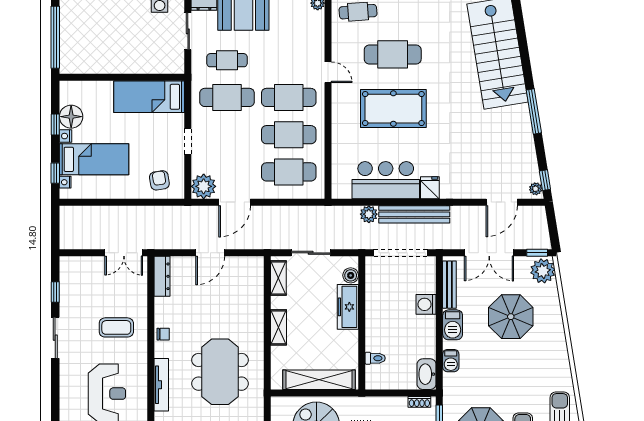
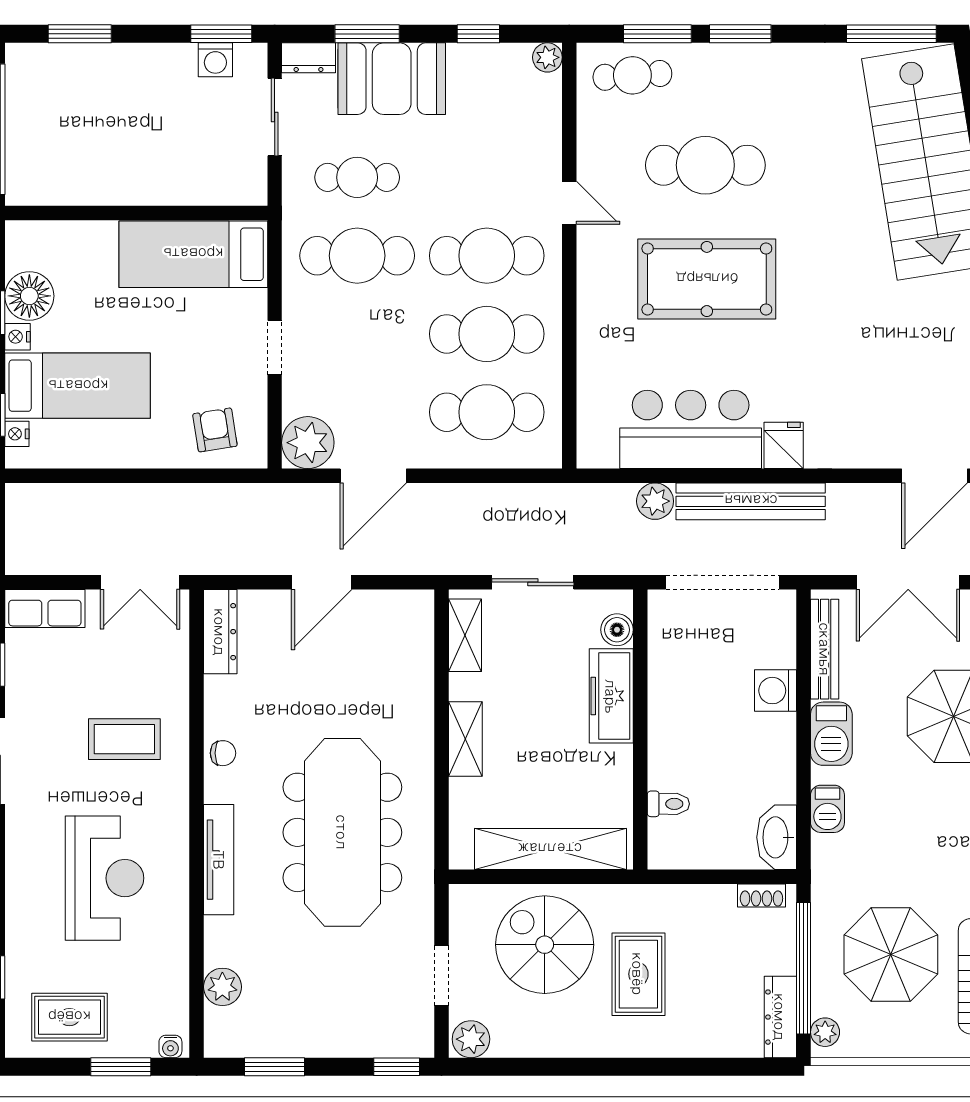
row of seats: (78, 265) -> (45, 608), added
meeting table: (220, 372) -> (342, 832), width x1.36

